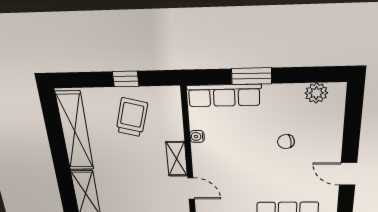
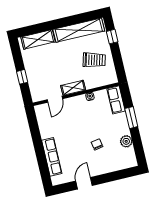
window: (126, 79) -> (112, 37), moved
plant: (316, 93) -> (126, 141), moved
row of seats: (224, 95) -> (116, 100), width x0.68

